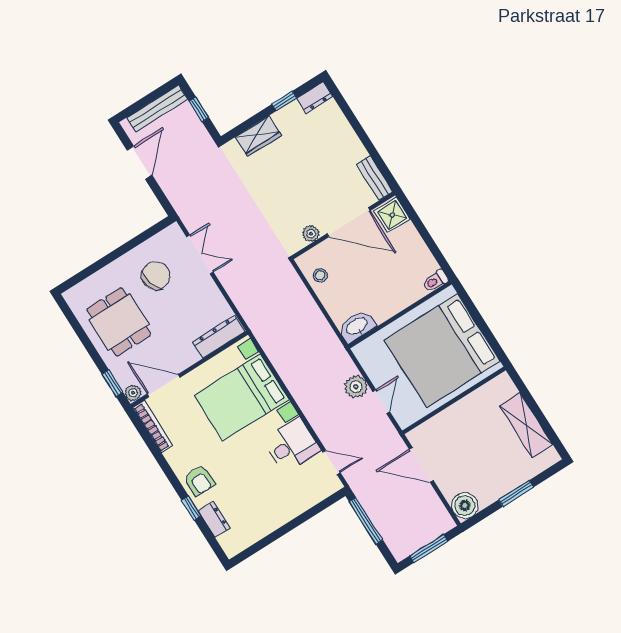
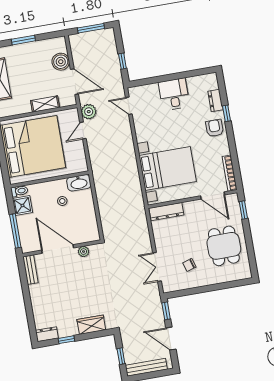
door: (140, 163) -> (171, 339), hinge flipped
window: (162, 198) -> (166, 311), added
shower: (392, 215) -> (22, 205), moved
window: (418, 223) -> (15, 231), added
stool: (320, 275) -> (62, 201), moved
chair: (156, 276) -> (189, 265), width x0.54, depth x0.54
plant: (356, 387) -> (89, 112), moved
plant: (133, 393) -> (233, 199), removed
shelving: (449, 417) -> (45, 104), added
desk: (292, 445) -> (174, 94), moved, turned 90
boiler: (465, 506) -> (61, 62), moved
window: (366, 521) -> (122, 61), width x0.46

